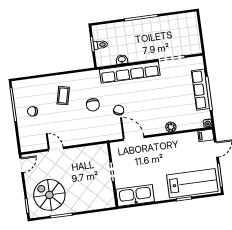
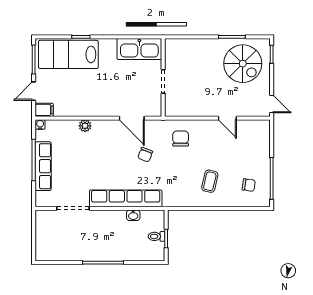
chair: (93, 105) -> (181, 139), moved
chair: (32, 111) -> (249, 185), moved
door: (21, 165) -> (272, 104), swing flipped

